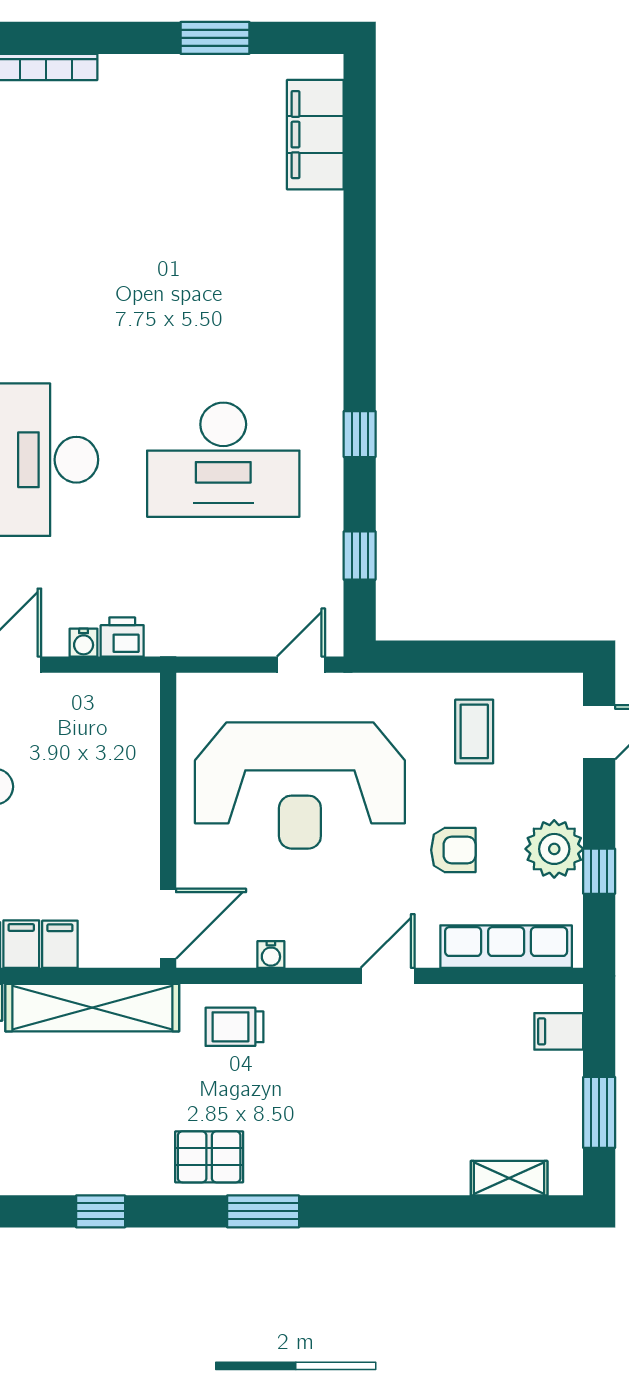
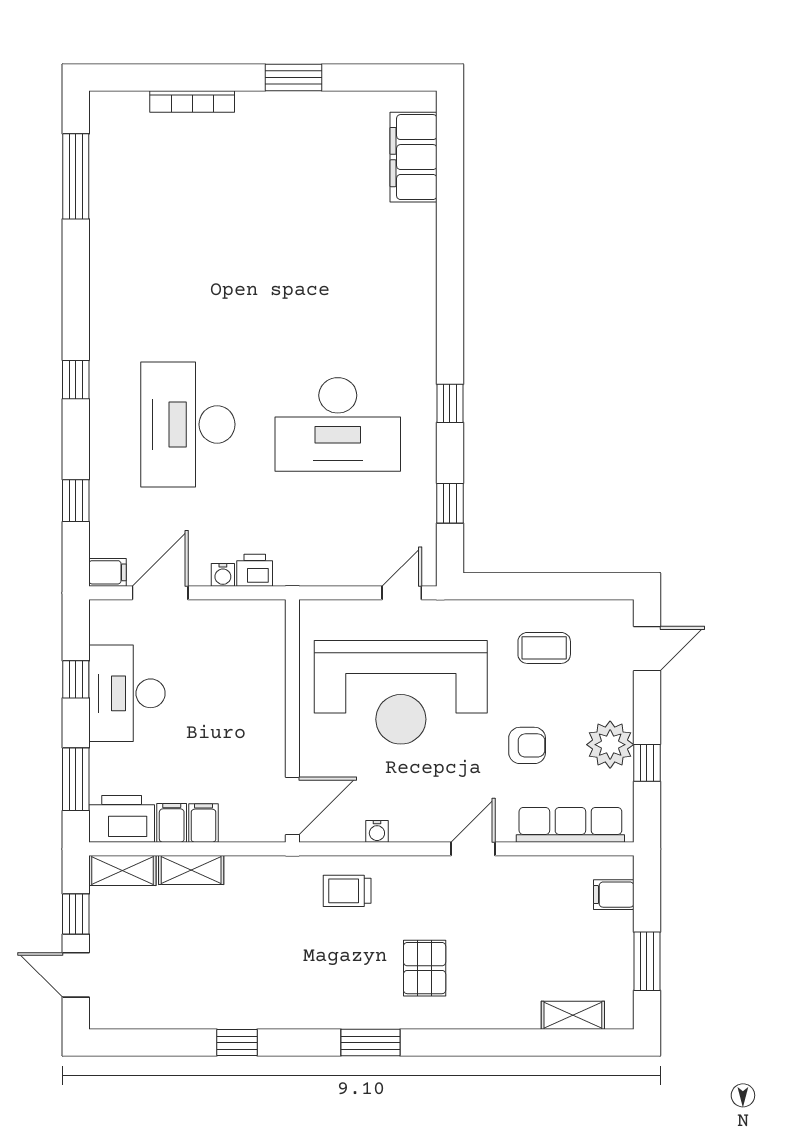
window: (215, 38) -> (293, 78), moved
coffee table: (474, 731) -> (544, 648), turned 90
shelving: (92, 1008) -> (191, 870), width x0.45, depth x0.75
pallet: (209, 1157) -> (425, 968), moved, turned 90

